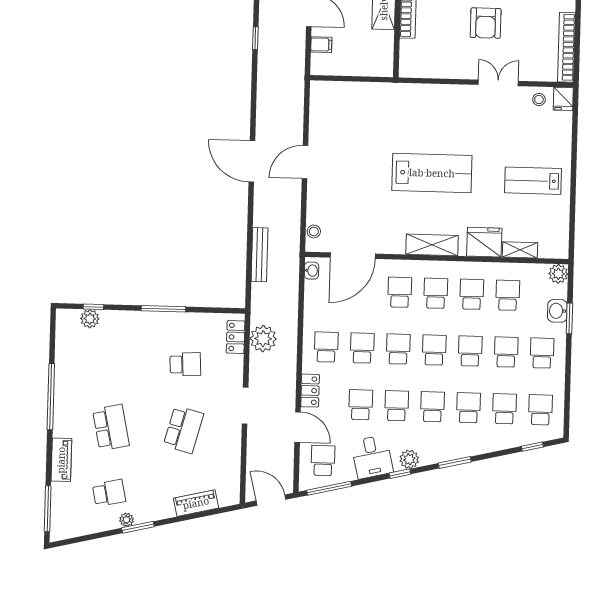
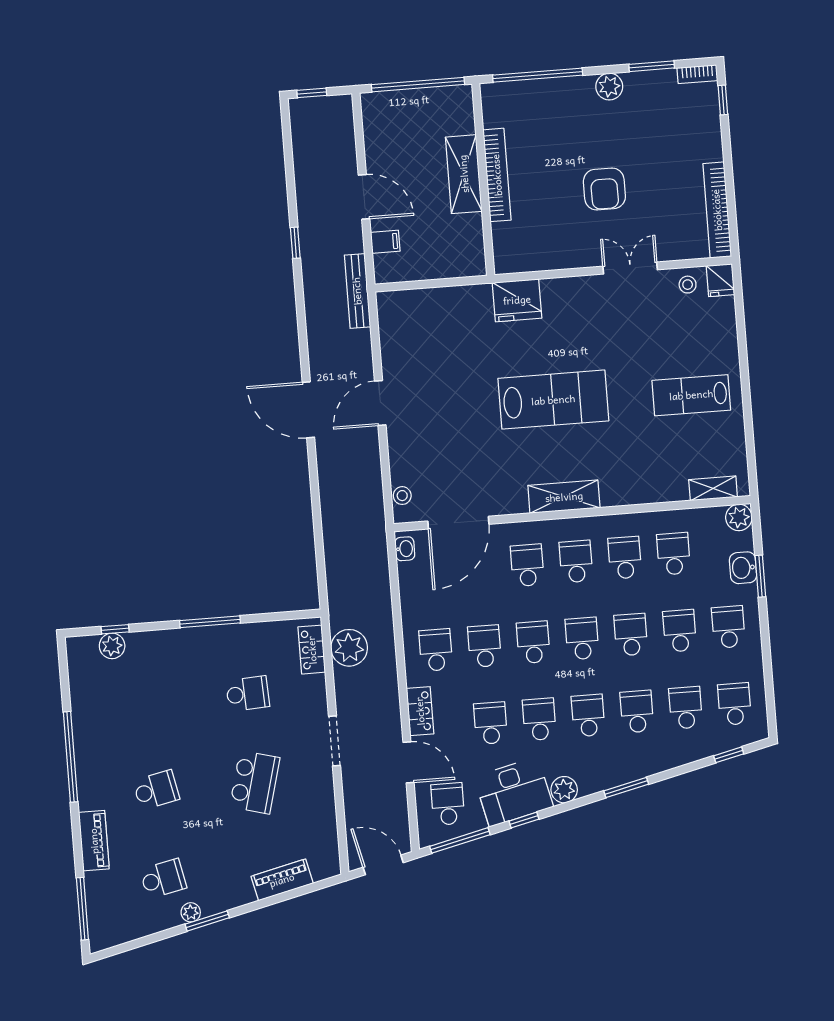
fridge: (484, 242) -> (517, 300), moved, turned 180
shelving: (520, 250) -> (713, 488), moved
bench: (260, 255) -> (357, 291), moved
school desk: (111, 428) -> (156, 790), width x0.54
desk: (372, 457) -> (514, 792), width x1.37
window: (400, 474) -> (524, 820), moved

